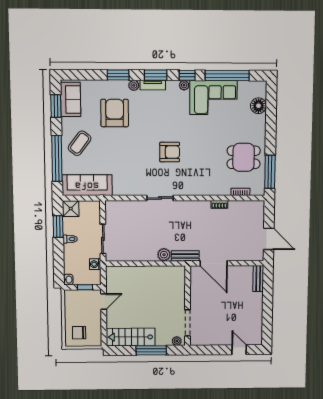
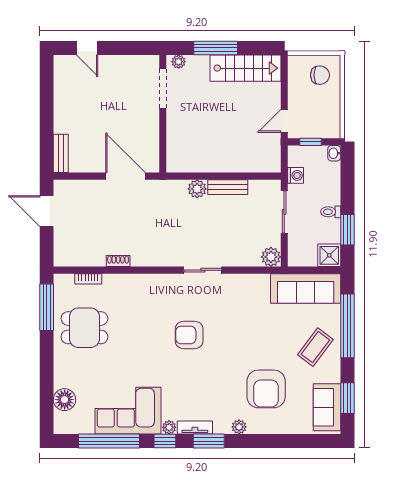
window: (118, 75) -> (261, 441), removed
tv unit: (153, 85) -> (195, 427), moved
plant: (112, 207) -> (271, 257), added
bench: (185, 256) -> (228, 187), moved

